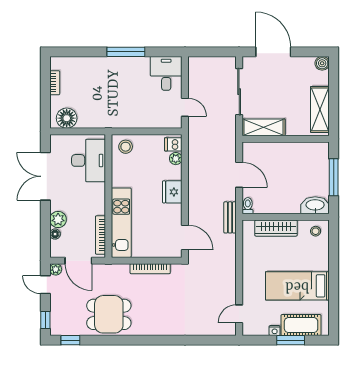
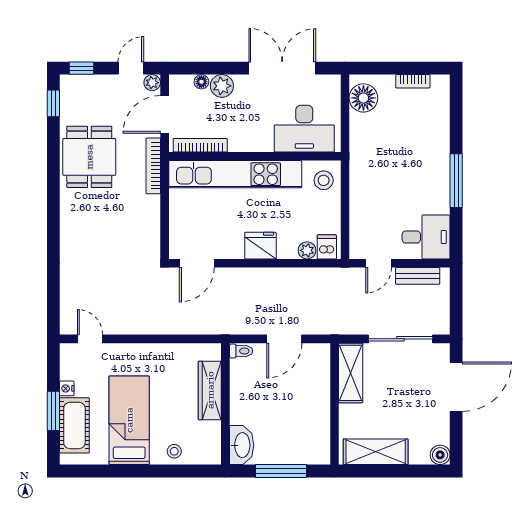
bench: (230, 217) -> (418, 276), moved
kitchen unit: (121, 223) -> (235, 174), width x1.36
stool: (316, 231) -> (174, 451), moved
bookcase: (150, 269) -> (153, 166), moved

